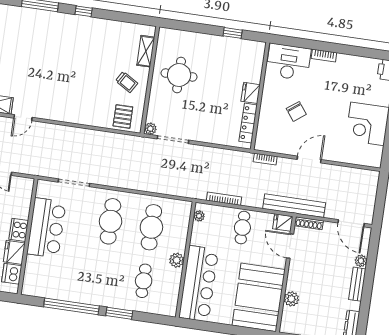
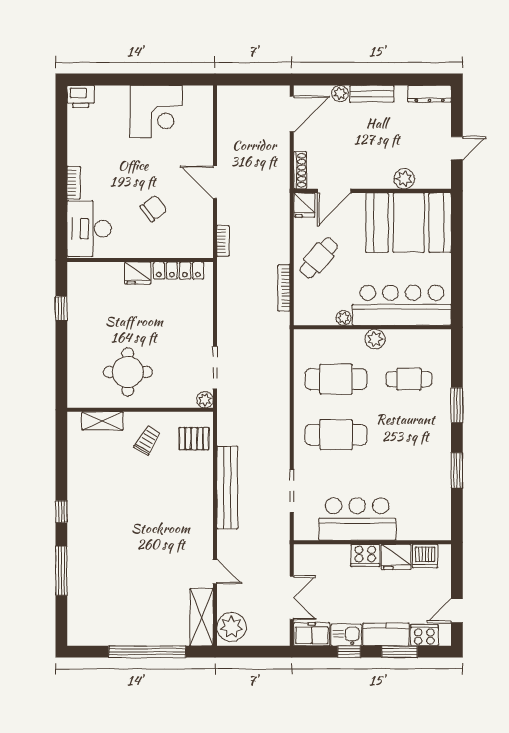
bench: (294, 206) -> (227, 488), moved
plant: (199, 216) -> (344, 318), moved
cafe table: (242, 228) -> (319, 258), turned -49
window: (71, 306) -> (457, 470), width x0.47

